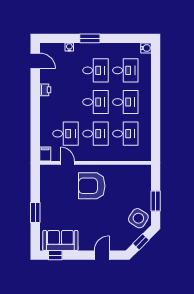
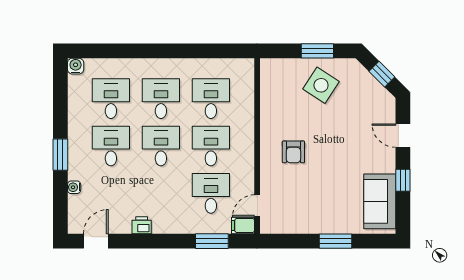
window: (35, 134) -> (212, 241), added
door: (68, 163) -> (257, 206), moved
armchair: (92, 186) -> (293, 152), width x0.53, depth x0.53
side table: (138, 218) -> (321, 85), moved
window: (55, 255) -> (403, 180), moved

